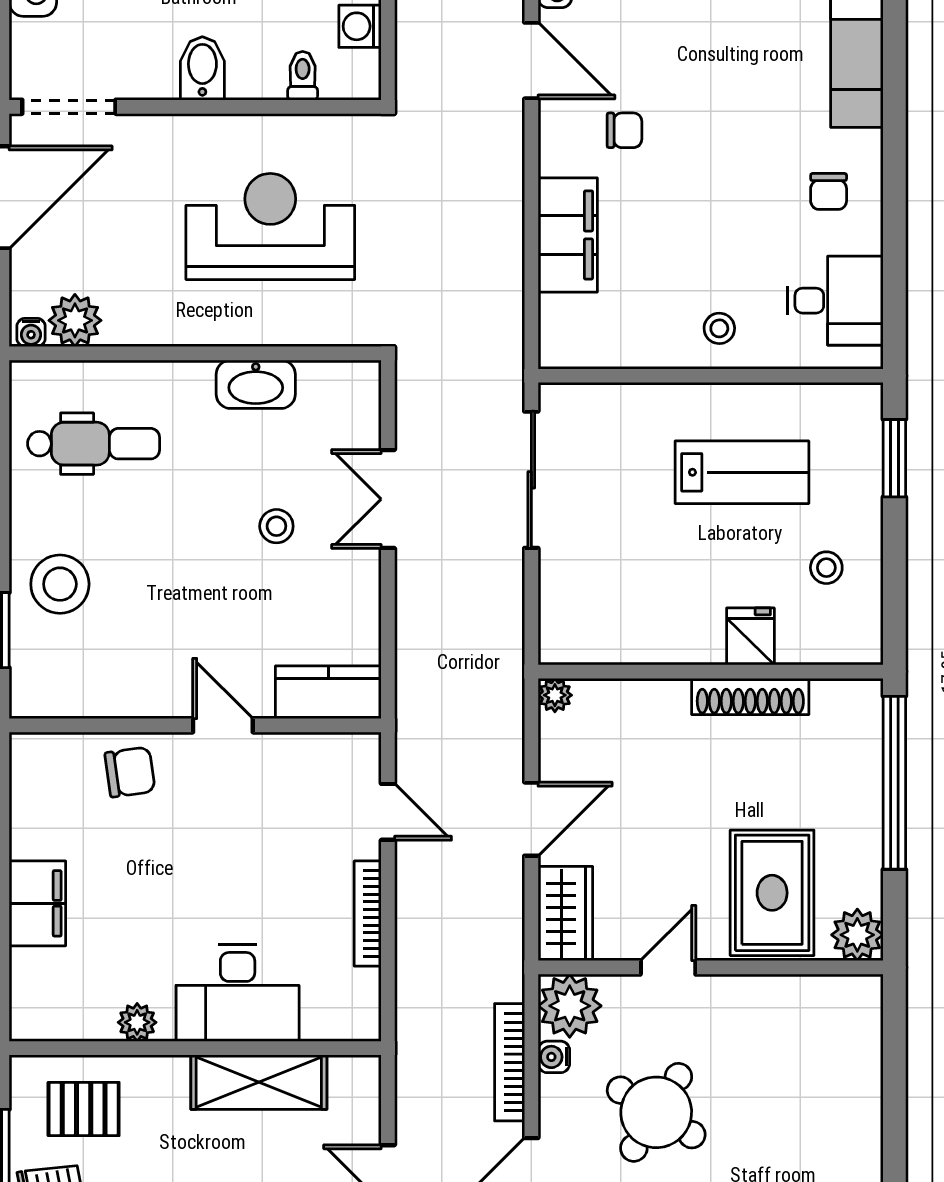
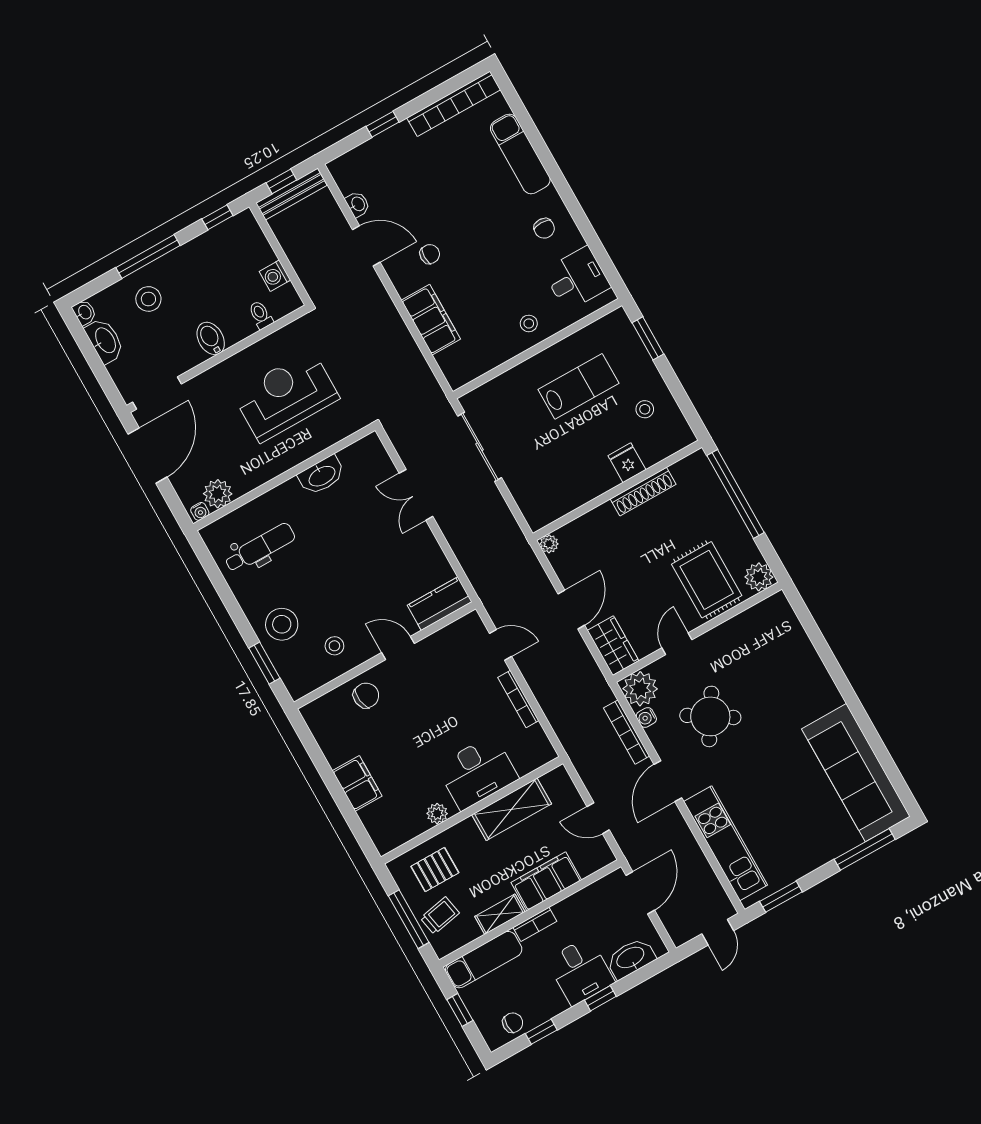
stool: (276, 526) -> (334, 646), moved

